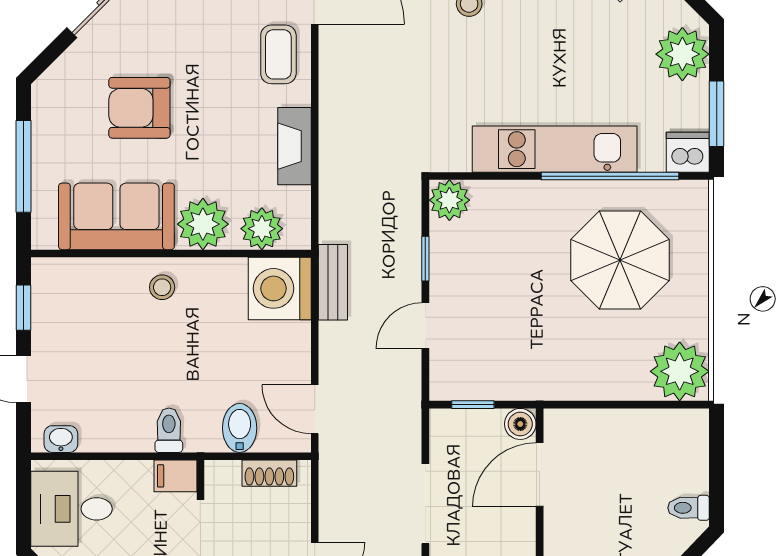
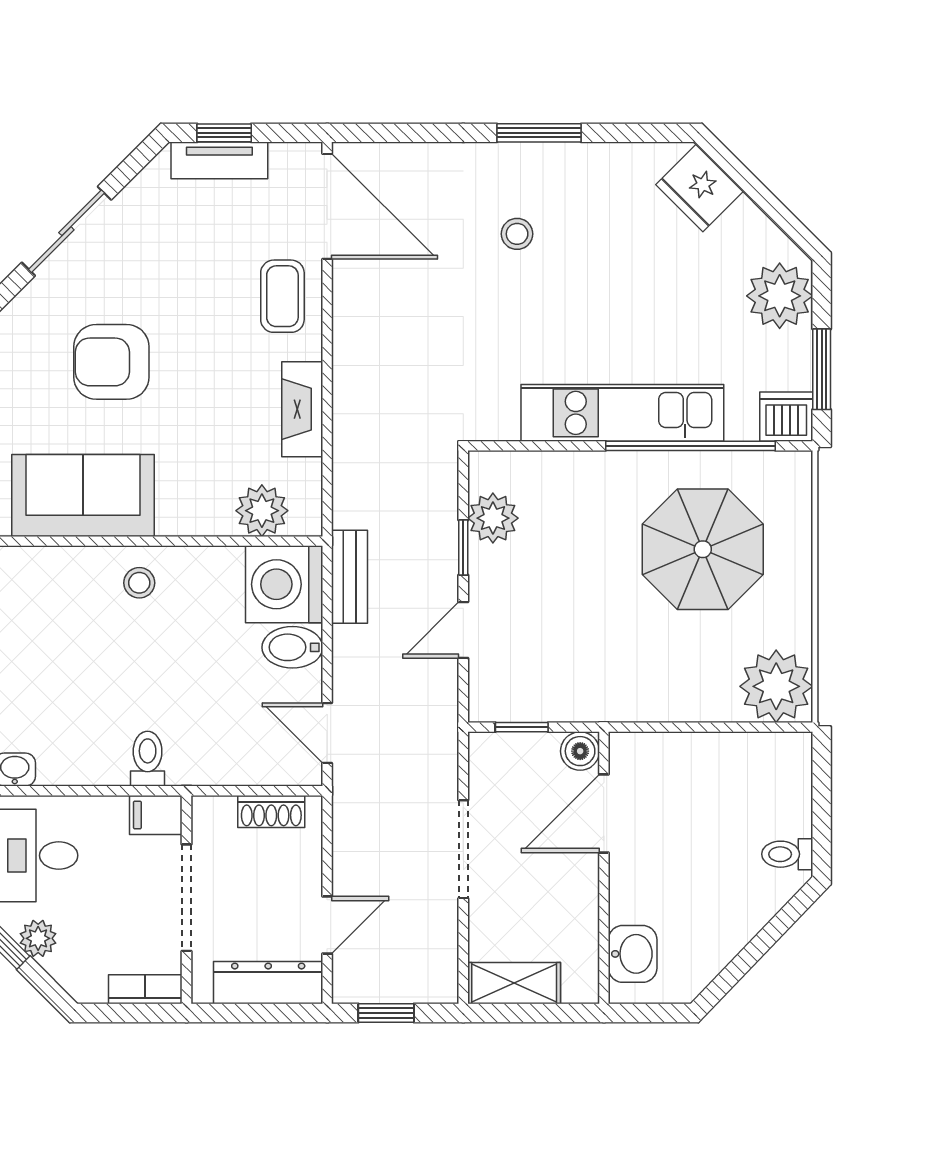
plant: (449, 200) -> (493, 518), moved
plant: (203, 224) -> (189, 505), removed
bidet: (240, 428) -> (292, 647), moved, turned -90

